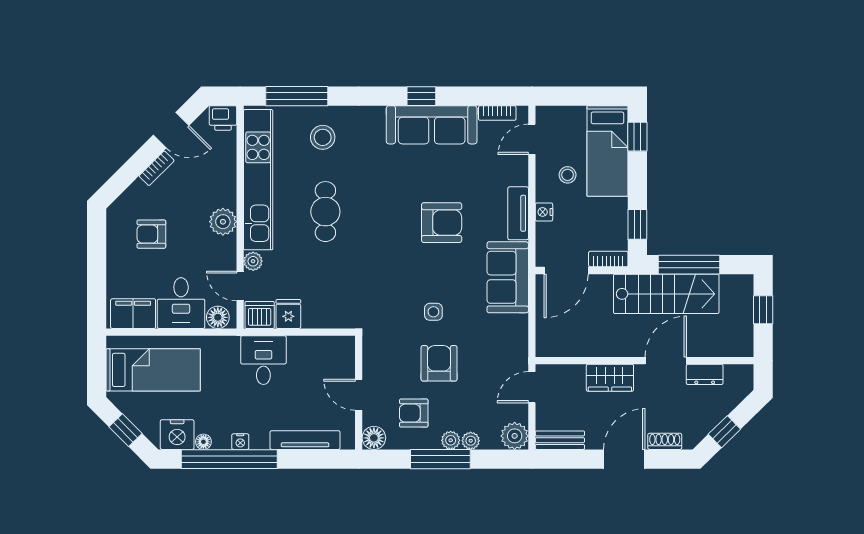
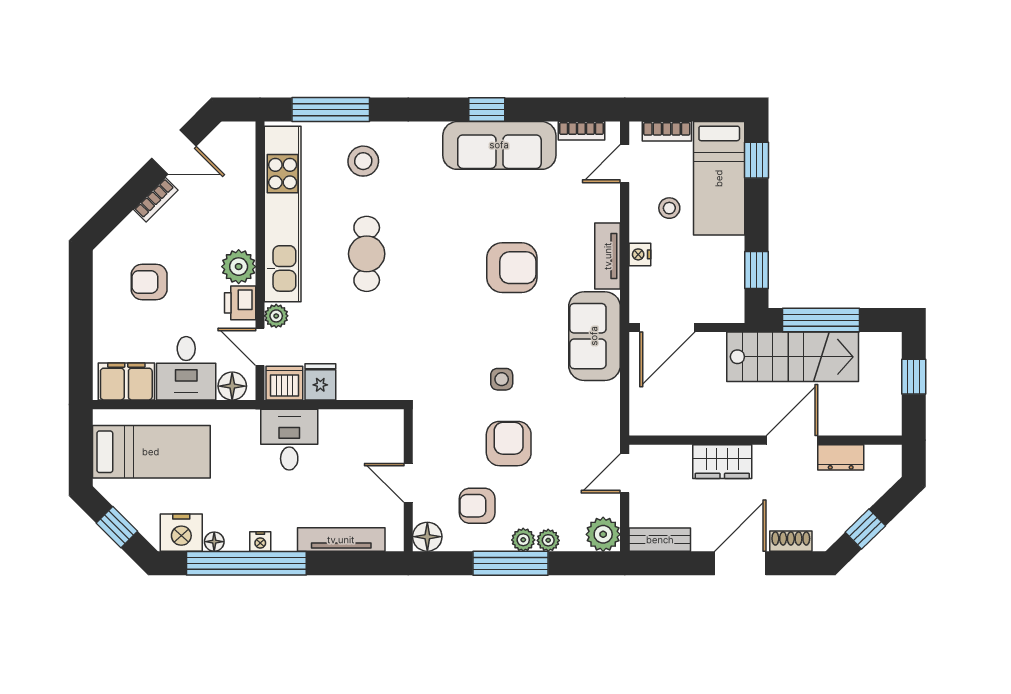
printer: (223, 118) -> (240, 303), moved, turned 90
bookcase: (608, 259) -> (667, 131), moved, turned 180

